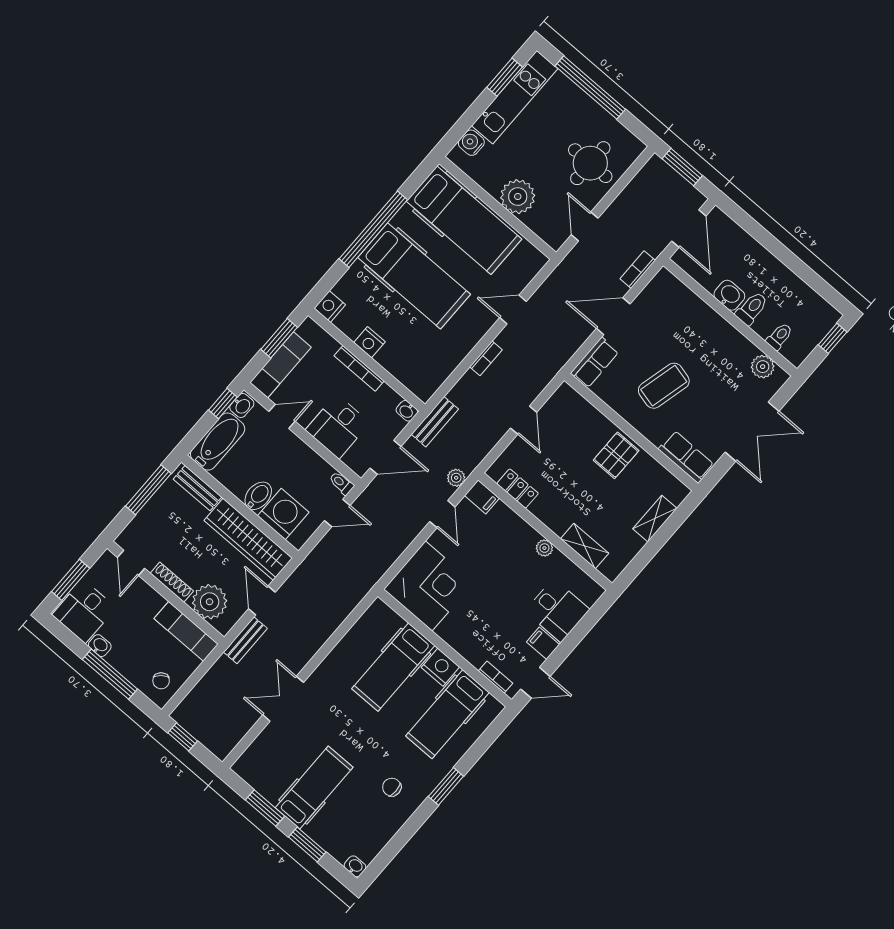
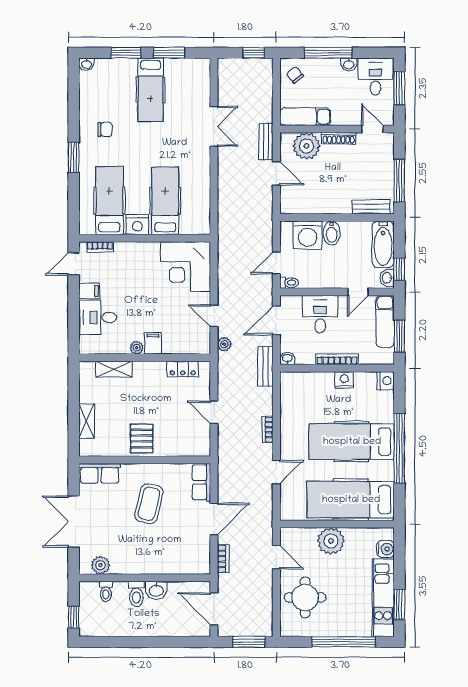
filing cabinet: (482, 497) -> (153, 343), moved, turned 90
wardrobe: (248, 539) -> (315, 202), removed

